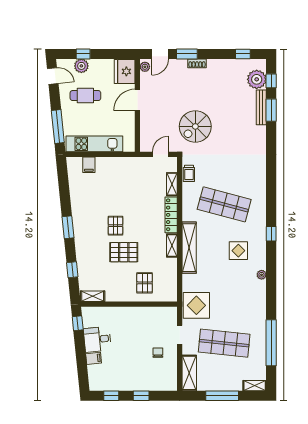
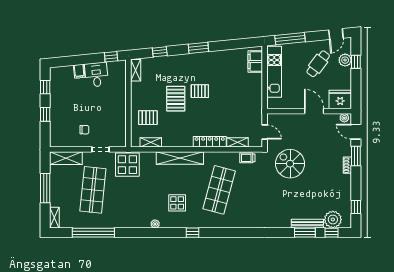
cafe table: (85, 96) -> (318, 64), turned 37
filing cabinet: (89, 165) -> (255, 62), width x2.00
shelving: (172, 245) -> (151, 142), moved

